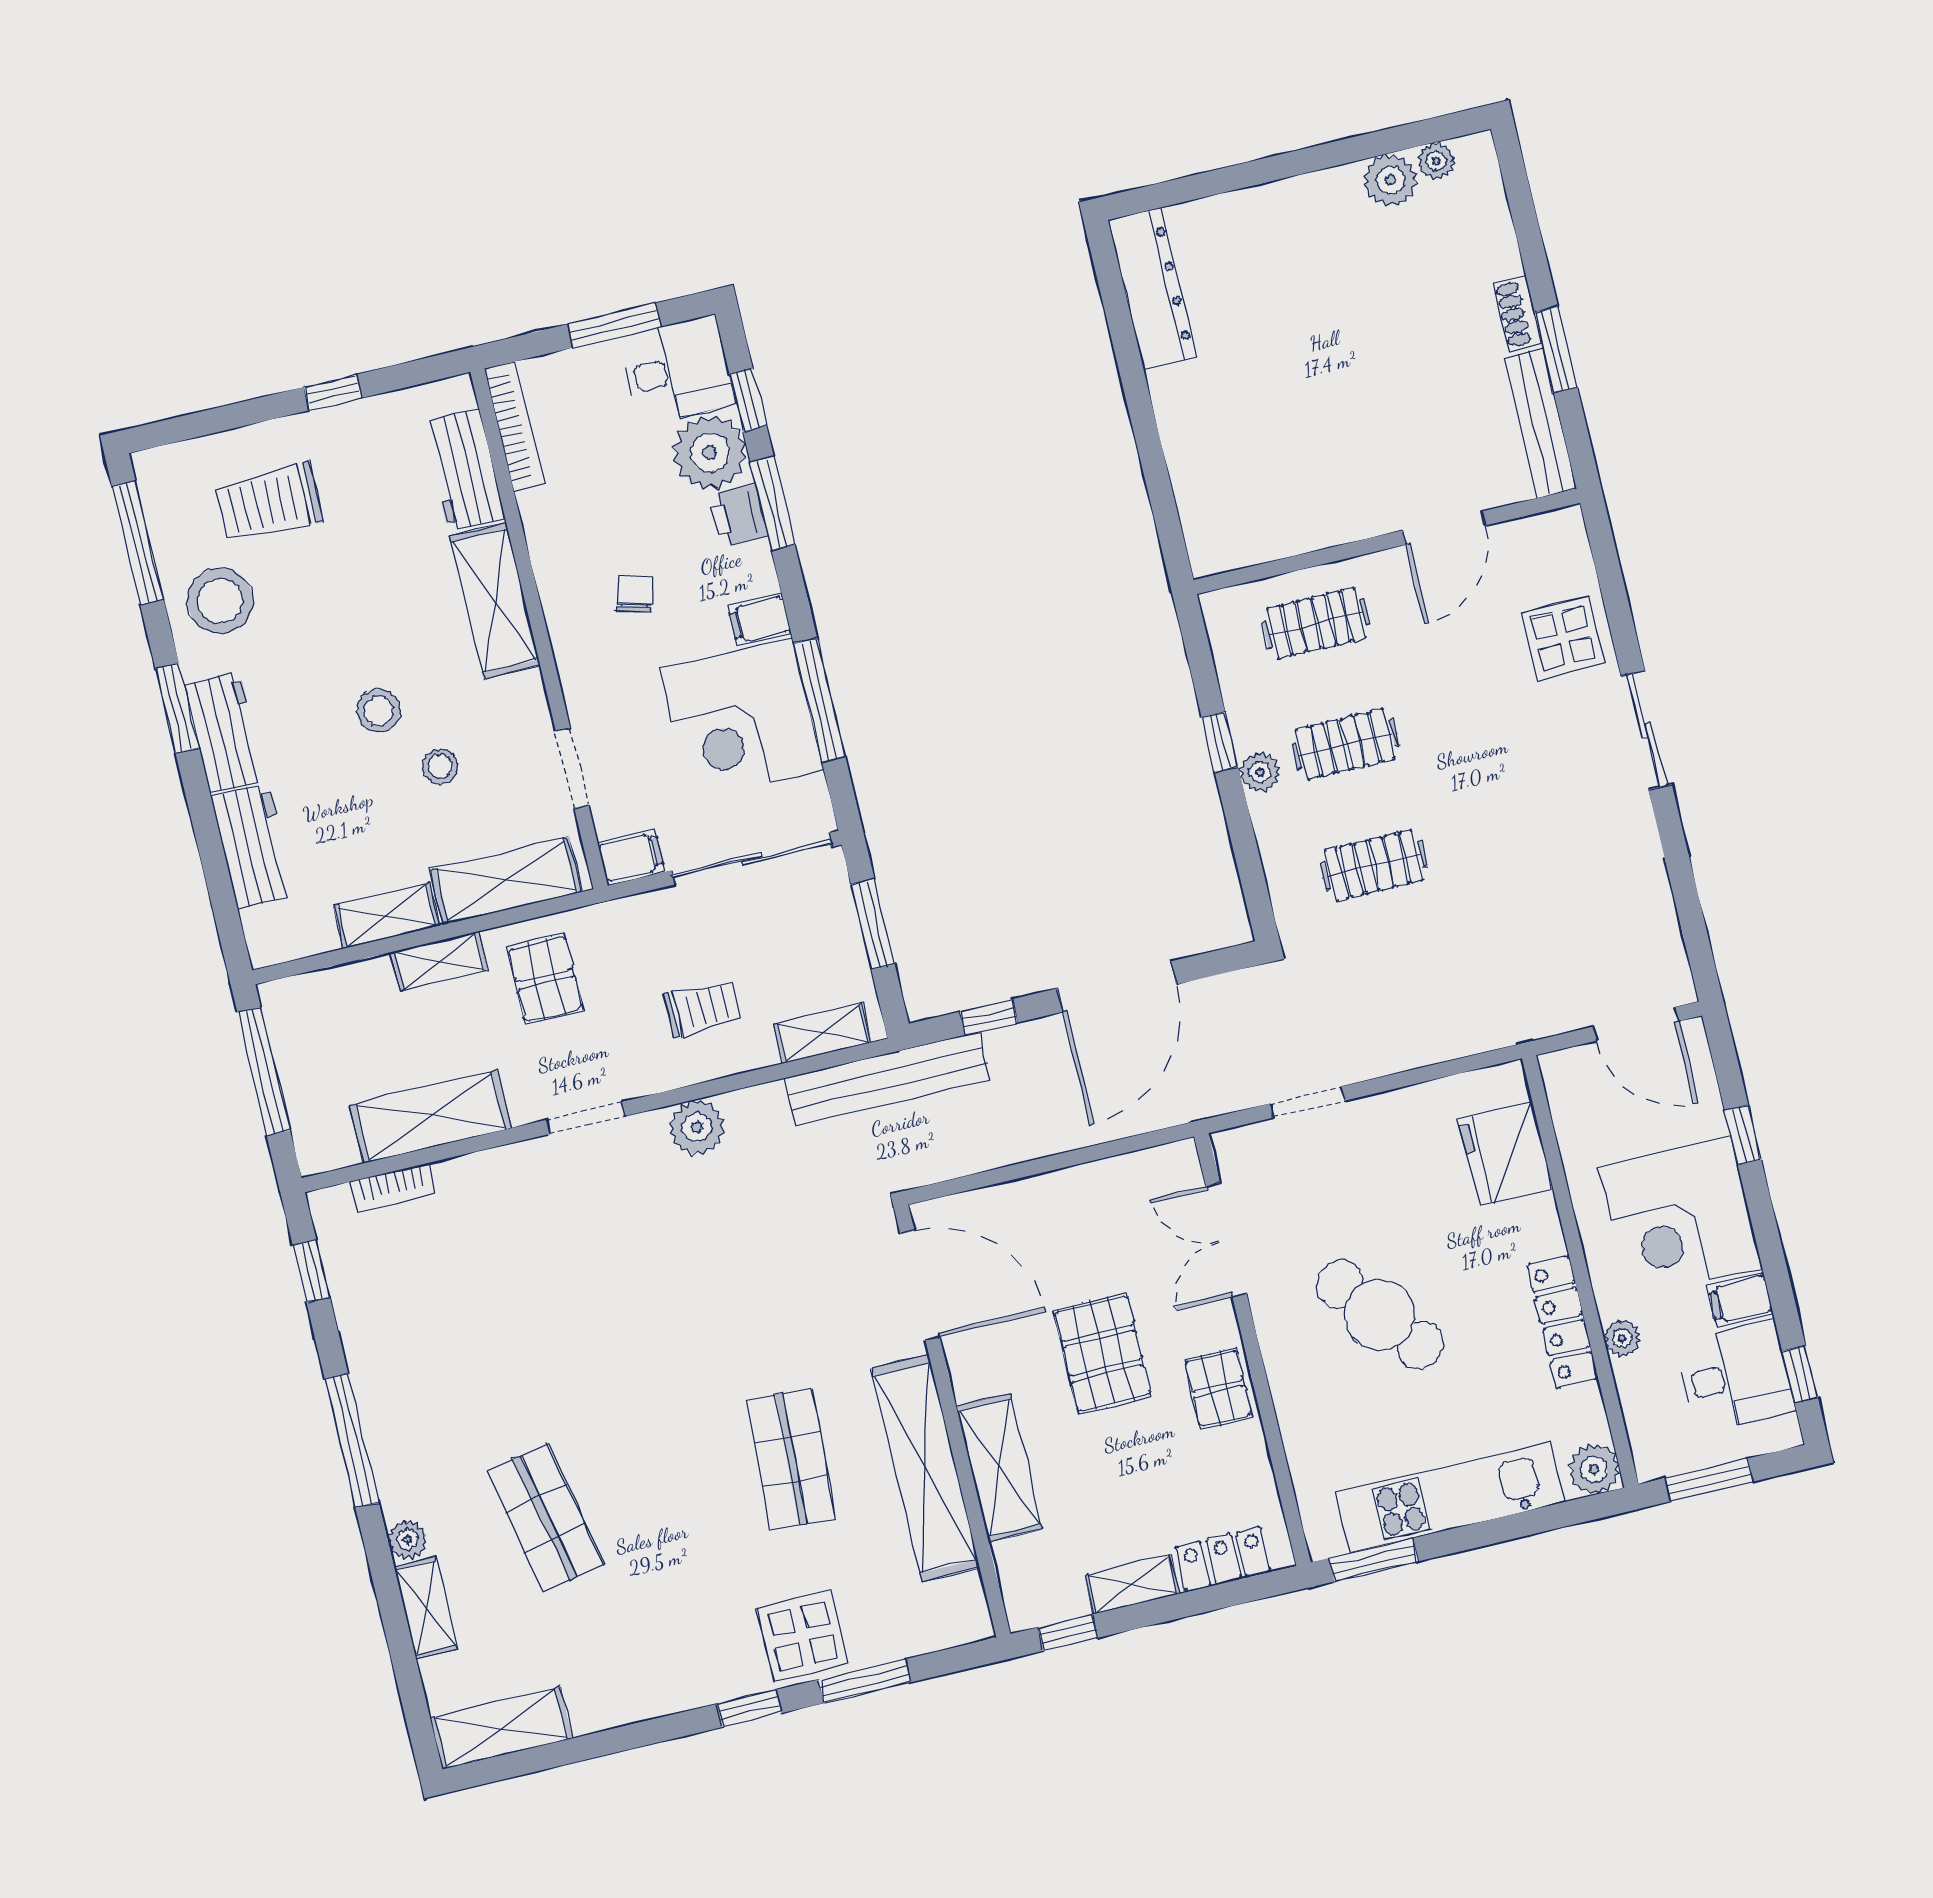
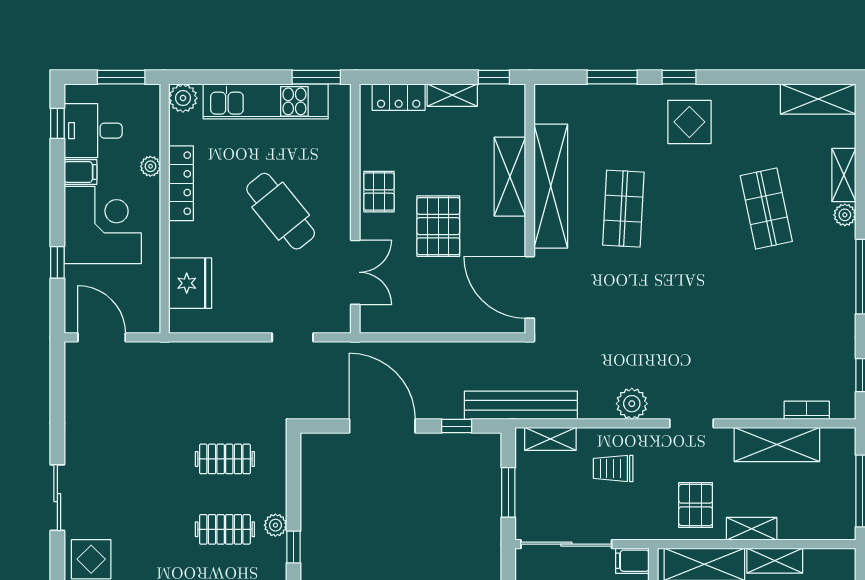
door: (1117, 986) -> (382, 426), hinge flipped
display table: (803, 1636) -> (689, 122), moved

